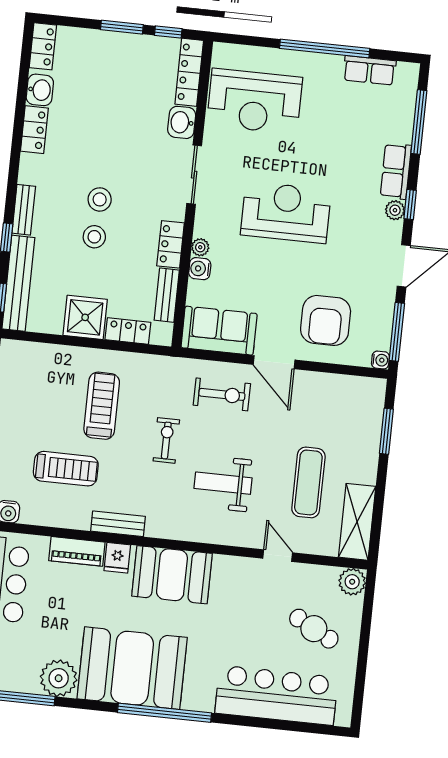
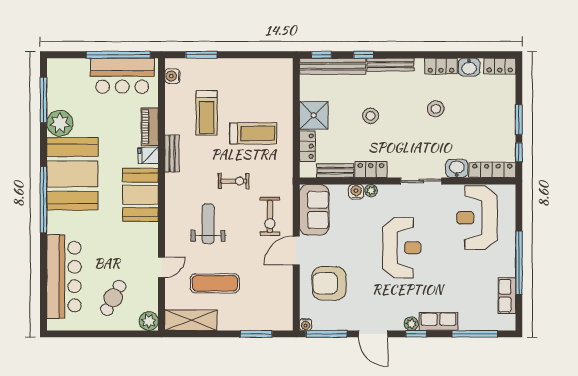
stool: (100, 199) -> (436, 109), moved
bench: (24, 210) -> (391, 65), width x1.36

